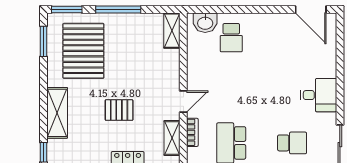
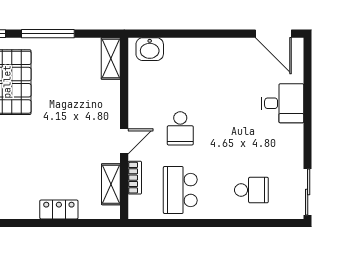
school desk: (231, 38) -> (180, 128), moved
desk: (319, 95) -> (282, 103), moved
pallet: (119, 110) -> (49, 152), removed

